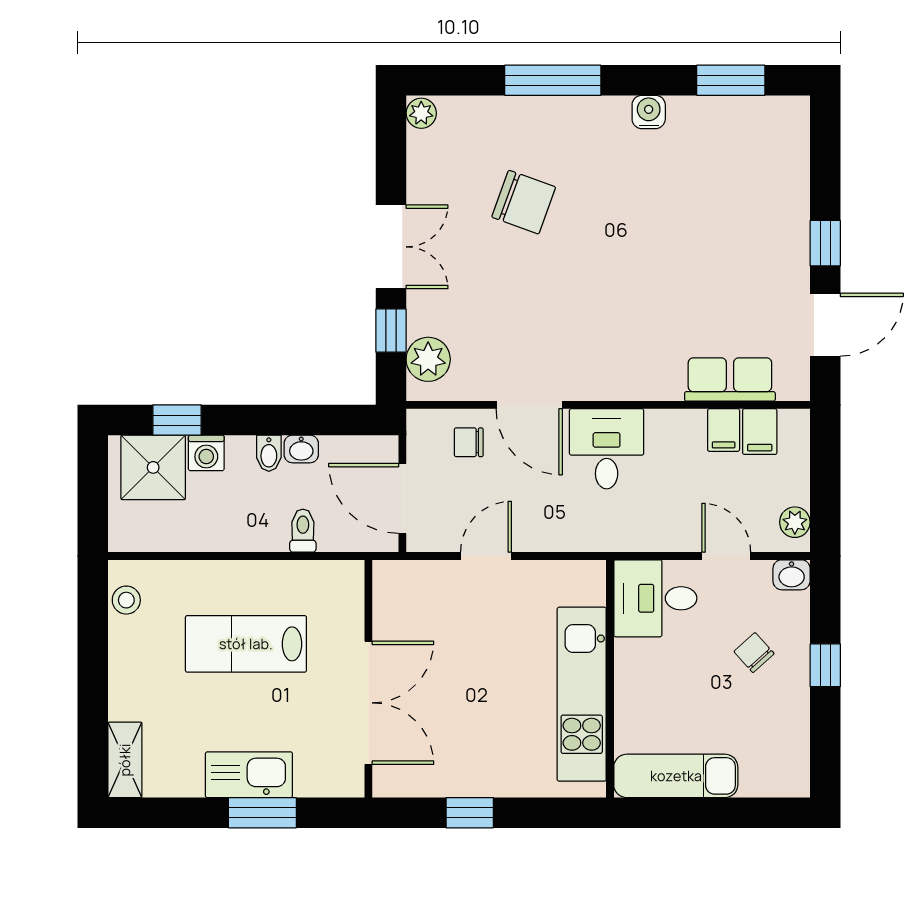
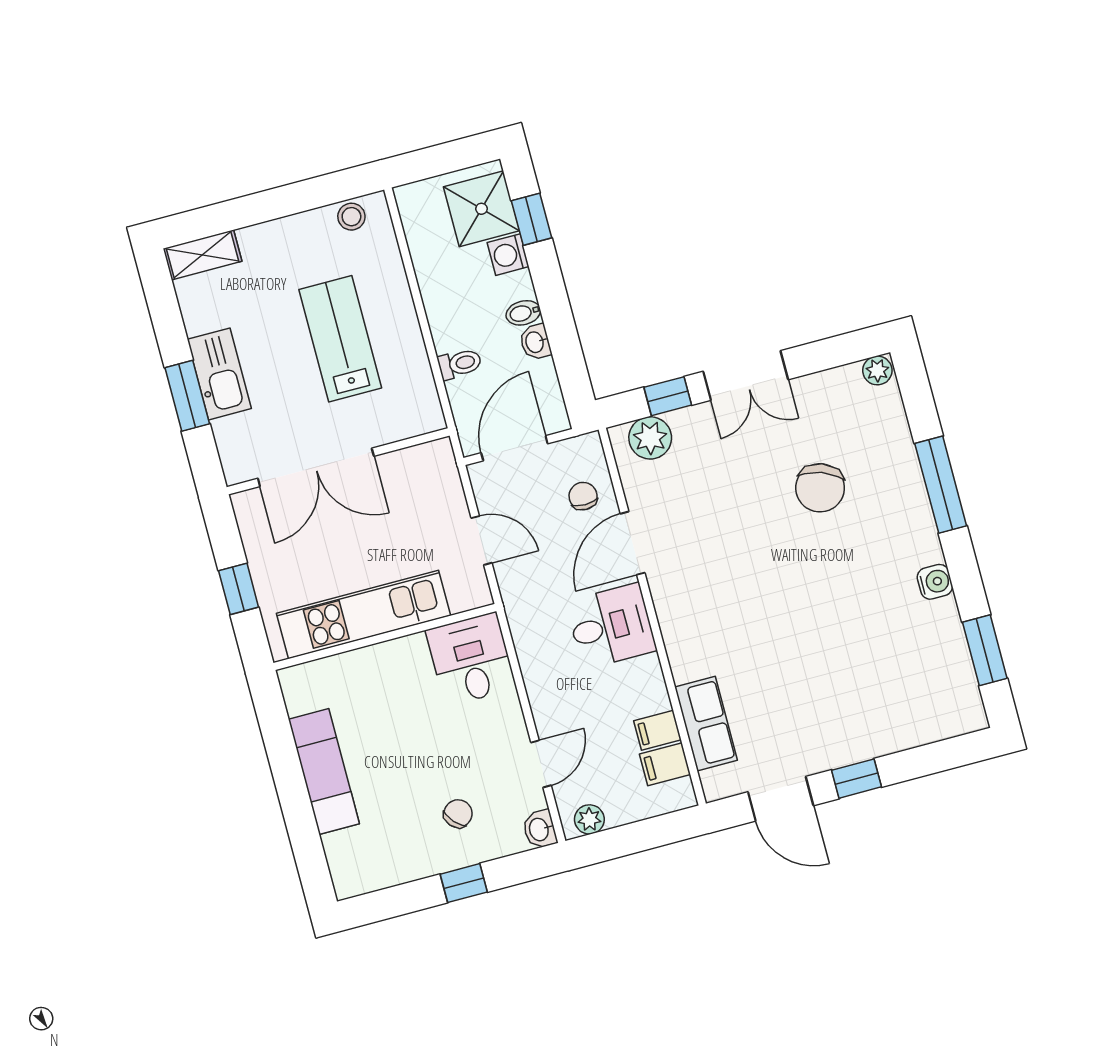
desk: (655, 598) -> (471, 659), moved
wall: (610, 679) -> (385, 637), moved
kitchen unit: (582, 694) -> (364, 614), moved

